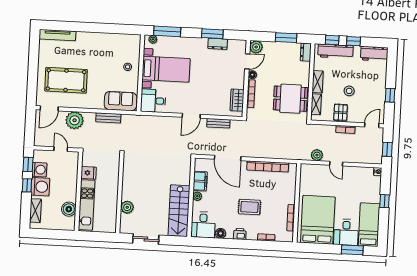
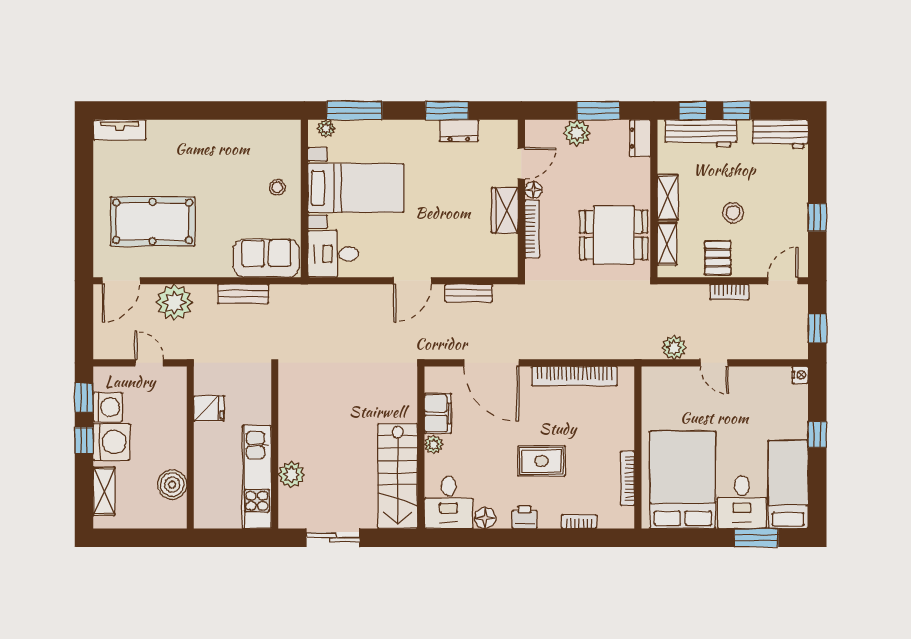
tv unit: (57, 35) -> (120, 130), width x0.71
plant: (256, 47) -> (577, 133), moved
wardrobe: (237, 100) -> (505, 210), moved
kitchen unit: (87, 205) -> (257, 477), moved, turned 180

